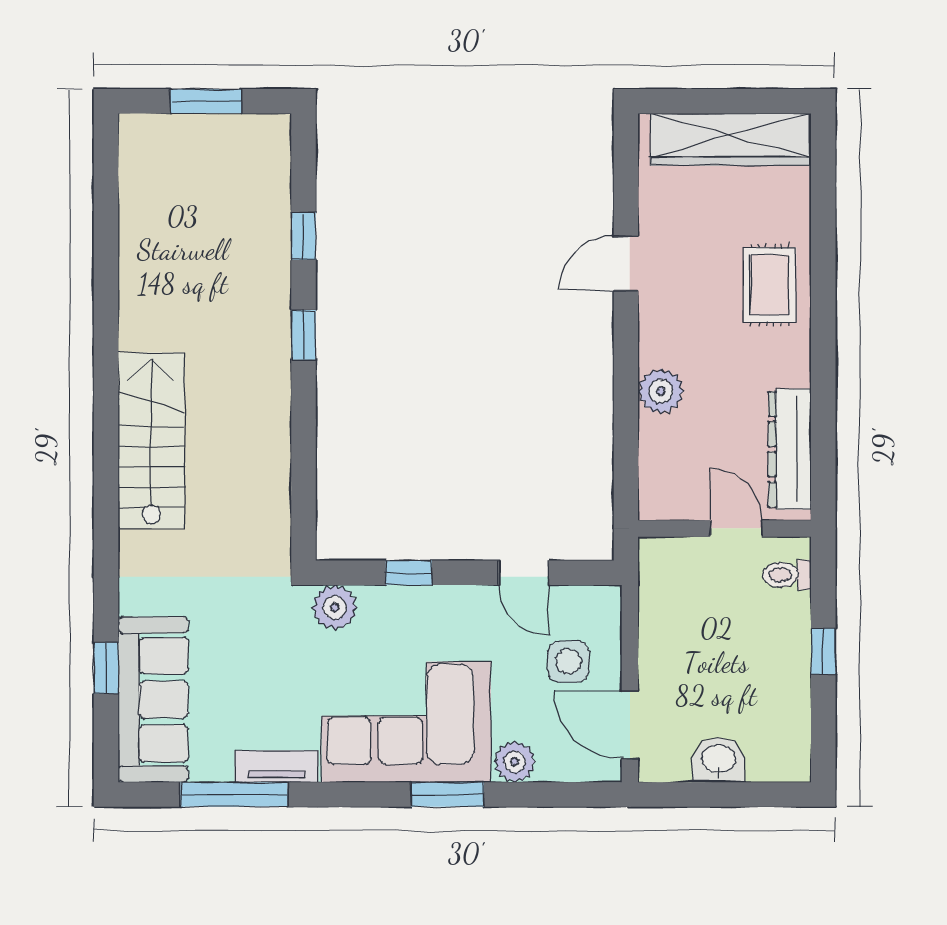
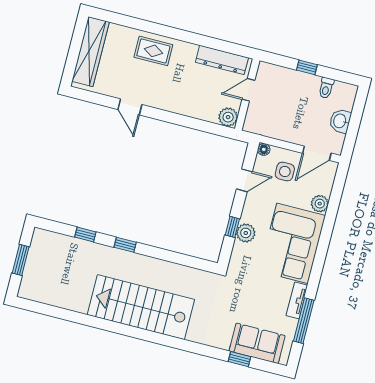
plant: (661, 391) -> (228, 117), moved
stairs: (151, 440) -> (141, 307), width x1.36, depth x1.51
toilet: (787, 575) -> (326, 88), moved
floor lamp: (607, 599) -> (264, 149), added
plant: (335, 607) -> (246, 233), moved
sofa: (153, 700) -> (257, 343), width x0.73
window: (448, 794) -> (326, 234), removed

